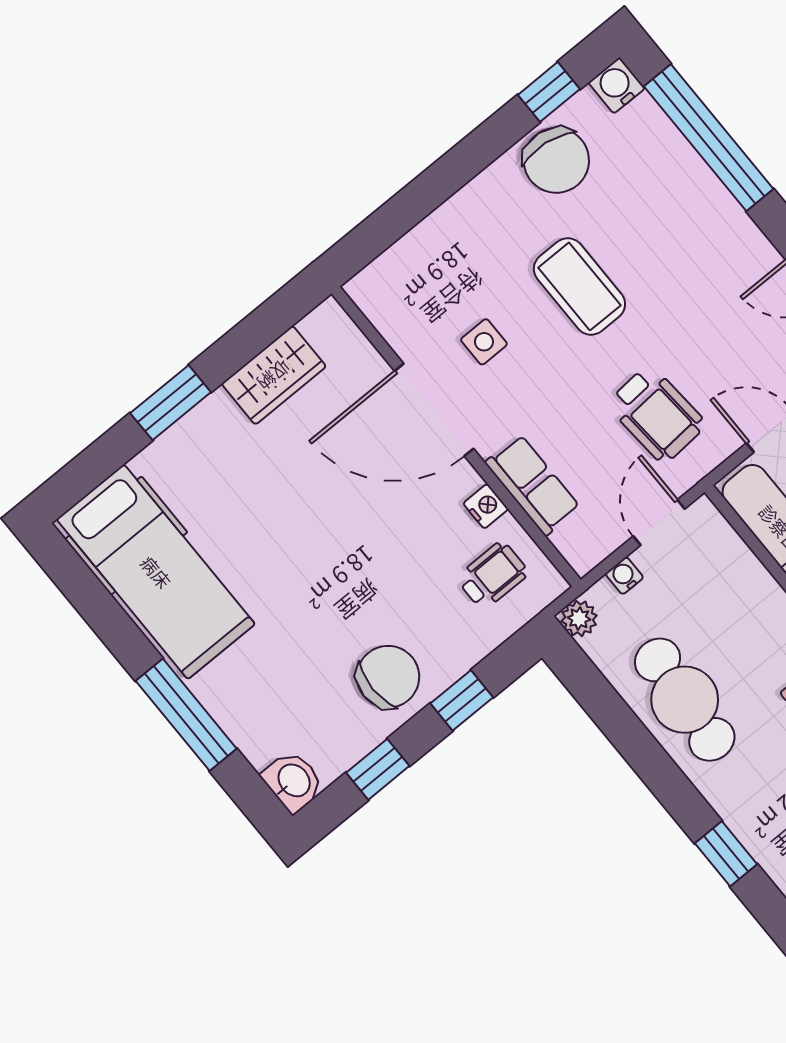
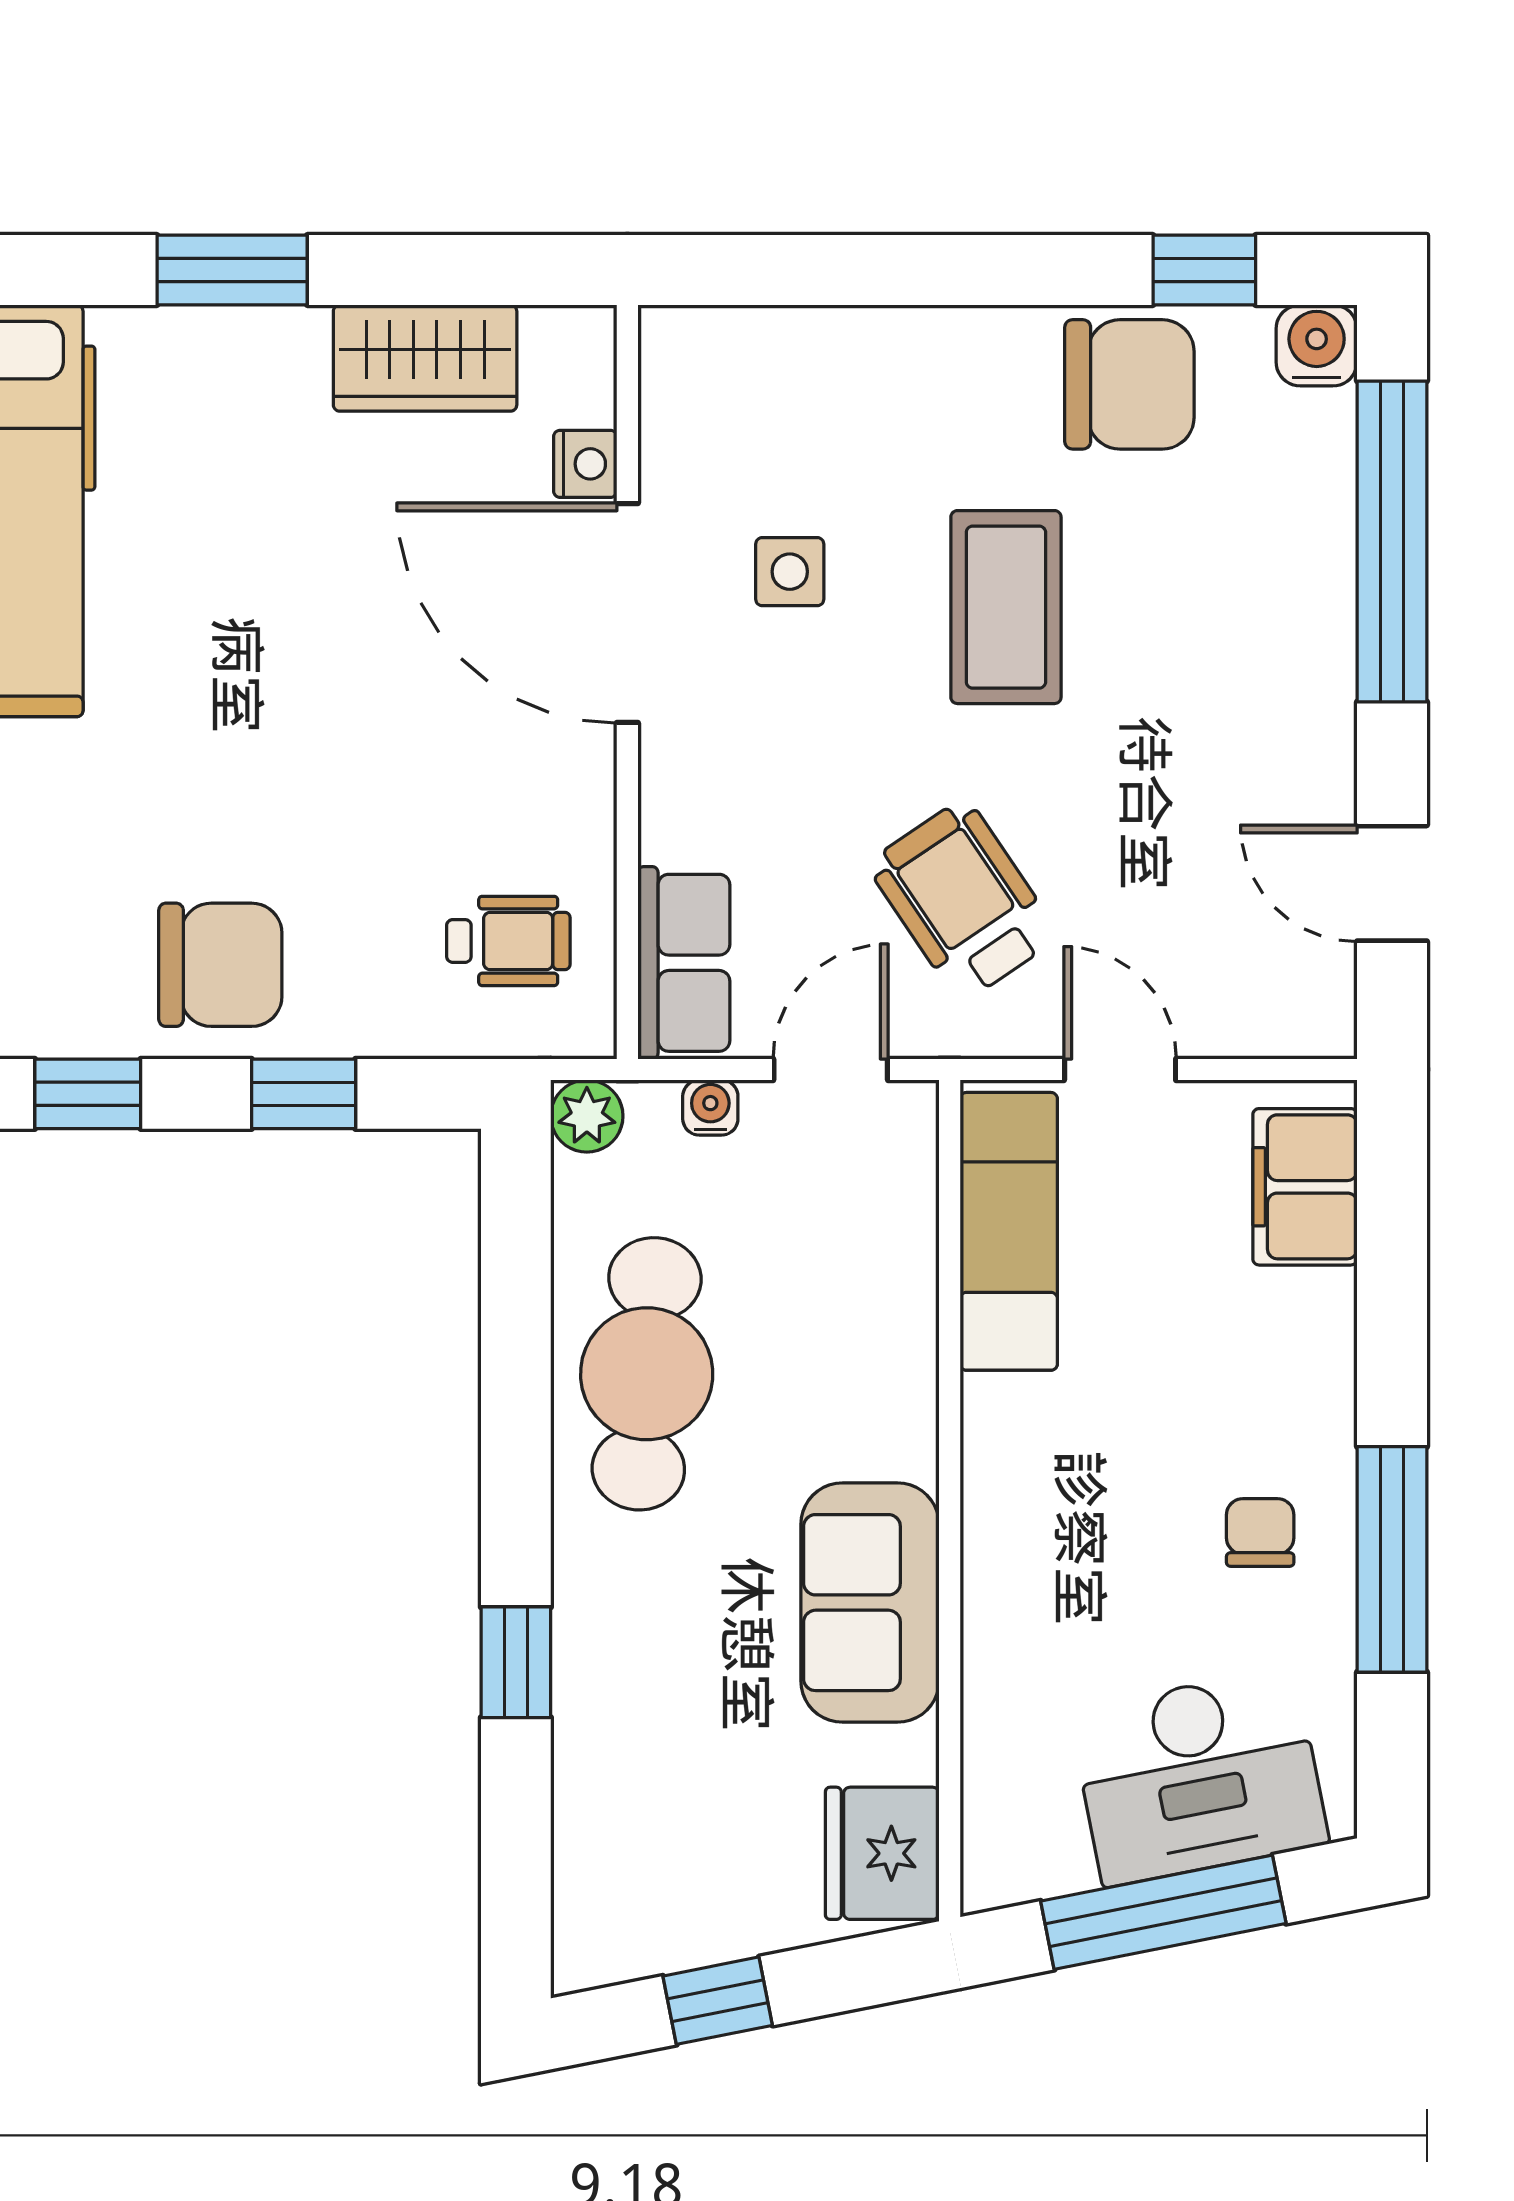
chair: (556, 160) -> (1129, 384), turned -97
wheelchair: (656, 414) -> (963, 900), turned 150
row of seats: (533, 485) -> (684, 963), moved
nightstand: (486, 506) -> (585, 464), moved

